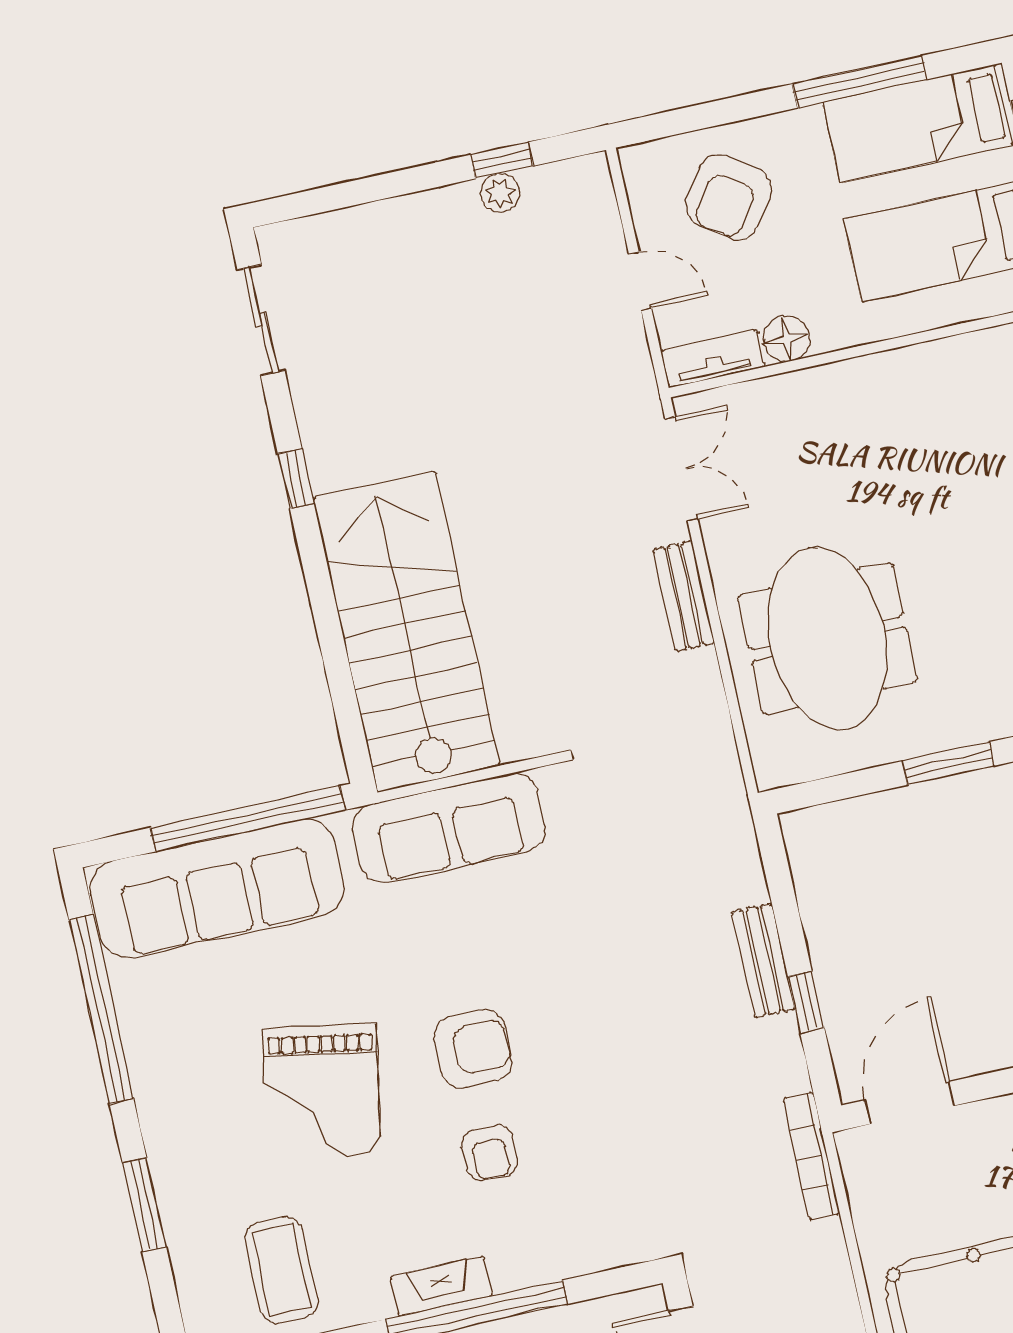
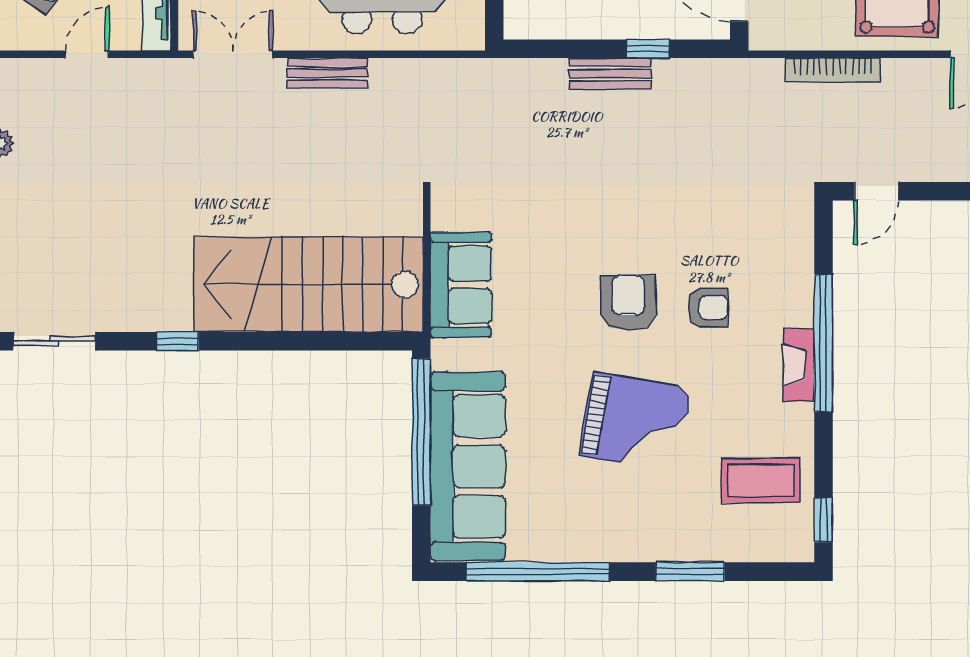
sofa: (449, 828) -> (461, 285), width x0.73
bookcase: (811, 1156) -> (833, 70), moved

